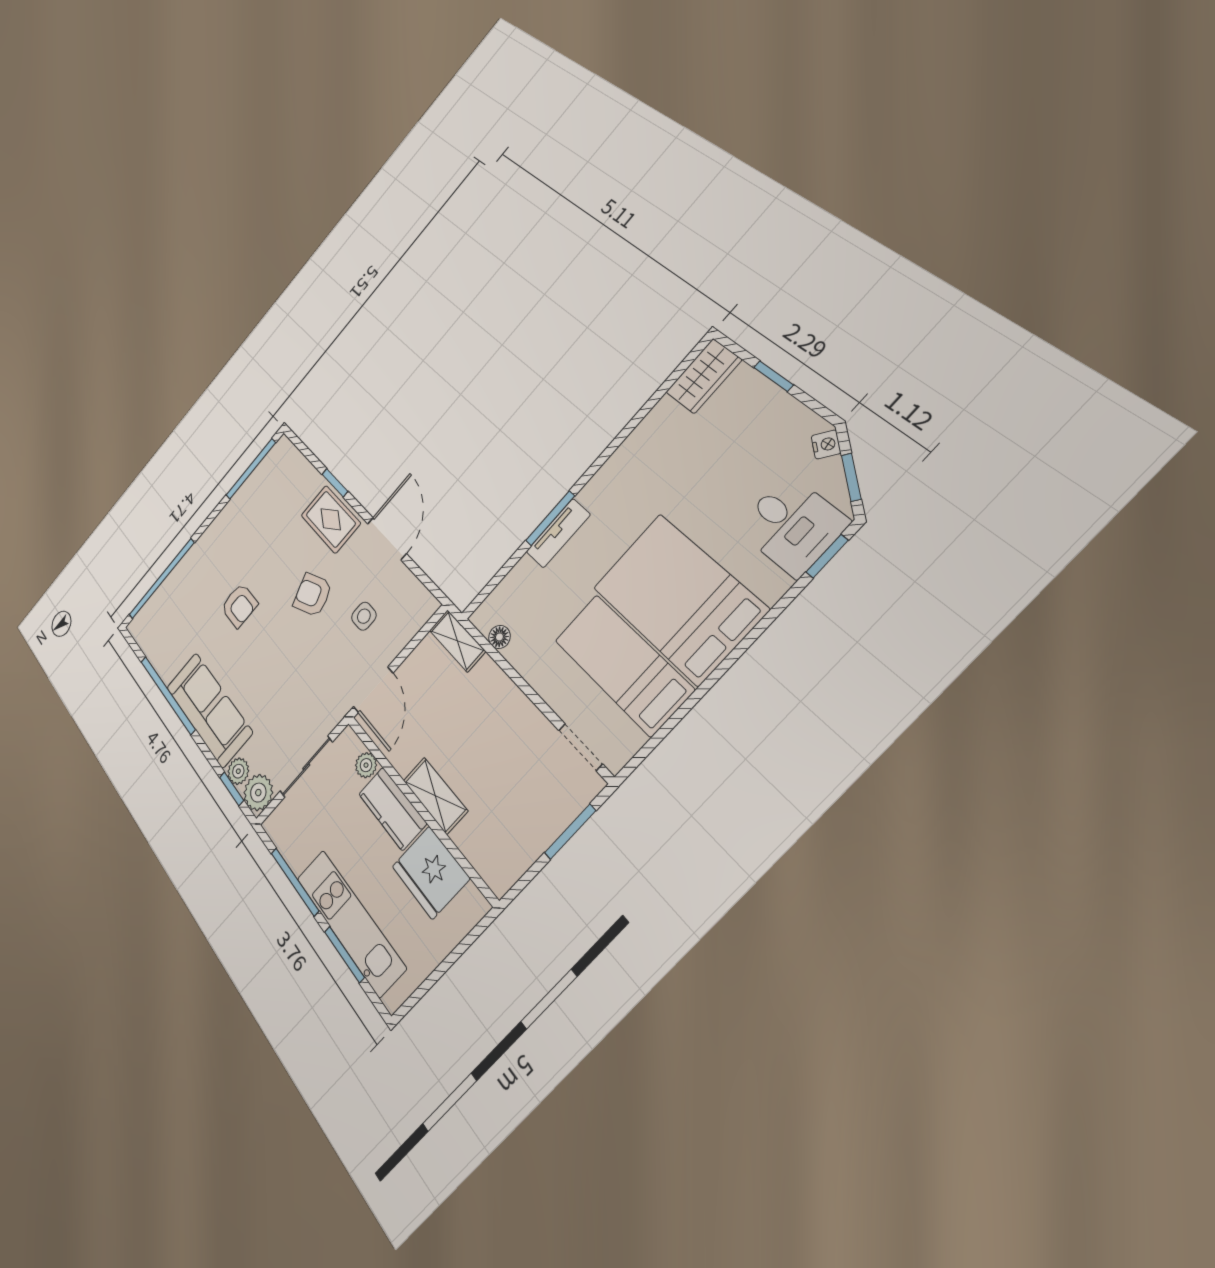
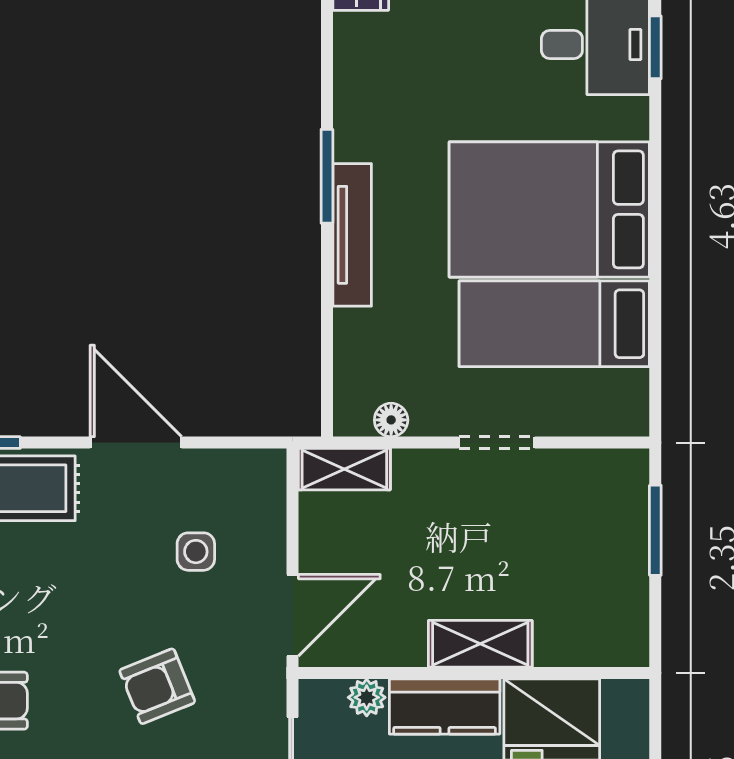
window: (550, 518) -> (327, 176), moved
tv unit: (558, 533) -> (352, 235), width x1.41
armchair: (312, 595) -> (157, 686), moved
door: (373, 690) -> (293, 615), hinge flipped
doorway: (580, 747) -> (497, 443), moved

